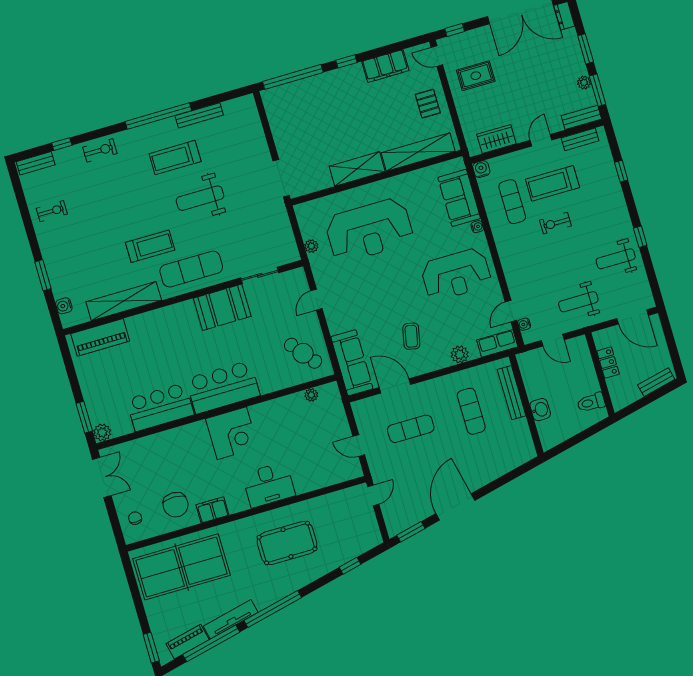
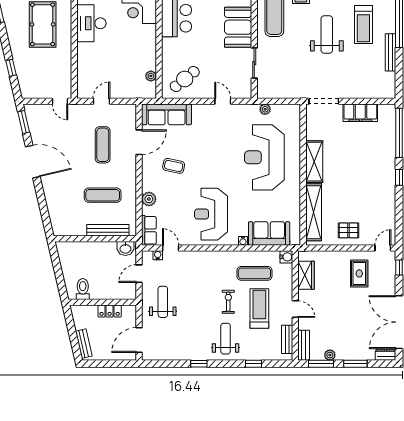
filing cabinet: (385, 66) -> (360, 113), moved, turned -90
treadmill: (175, 158) -> (363, 24), turned 180
weight bench: (616, 259) -> (226, 339), moved
washbasin: (540, 410) -> (125, 248), moved

